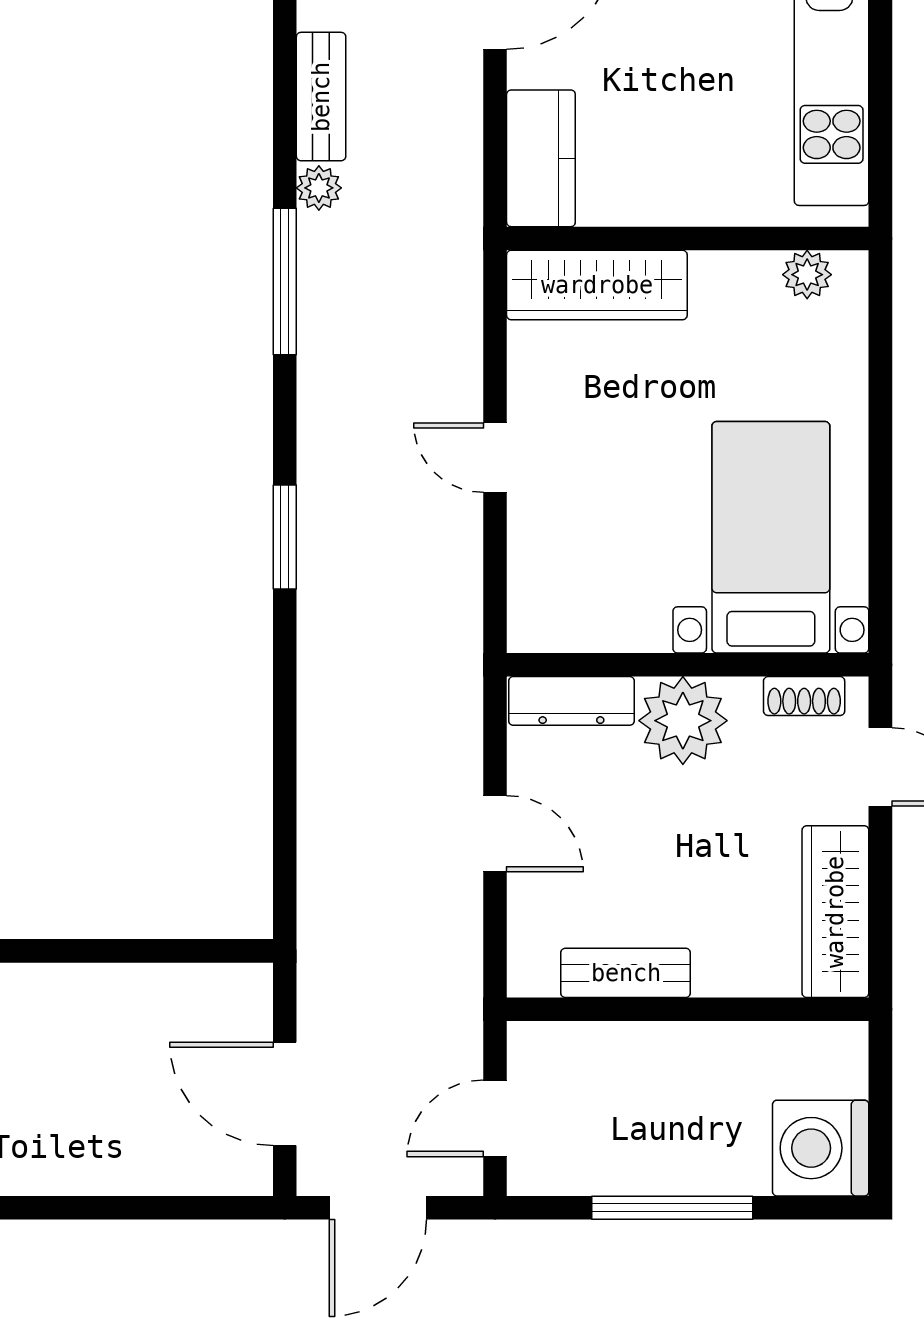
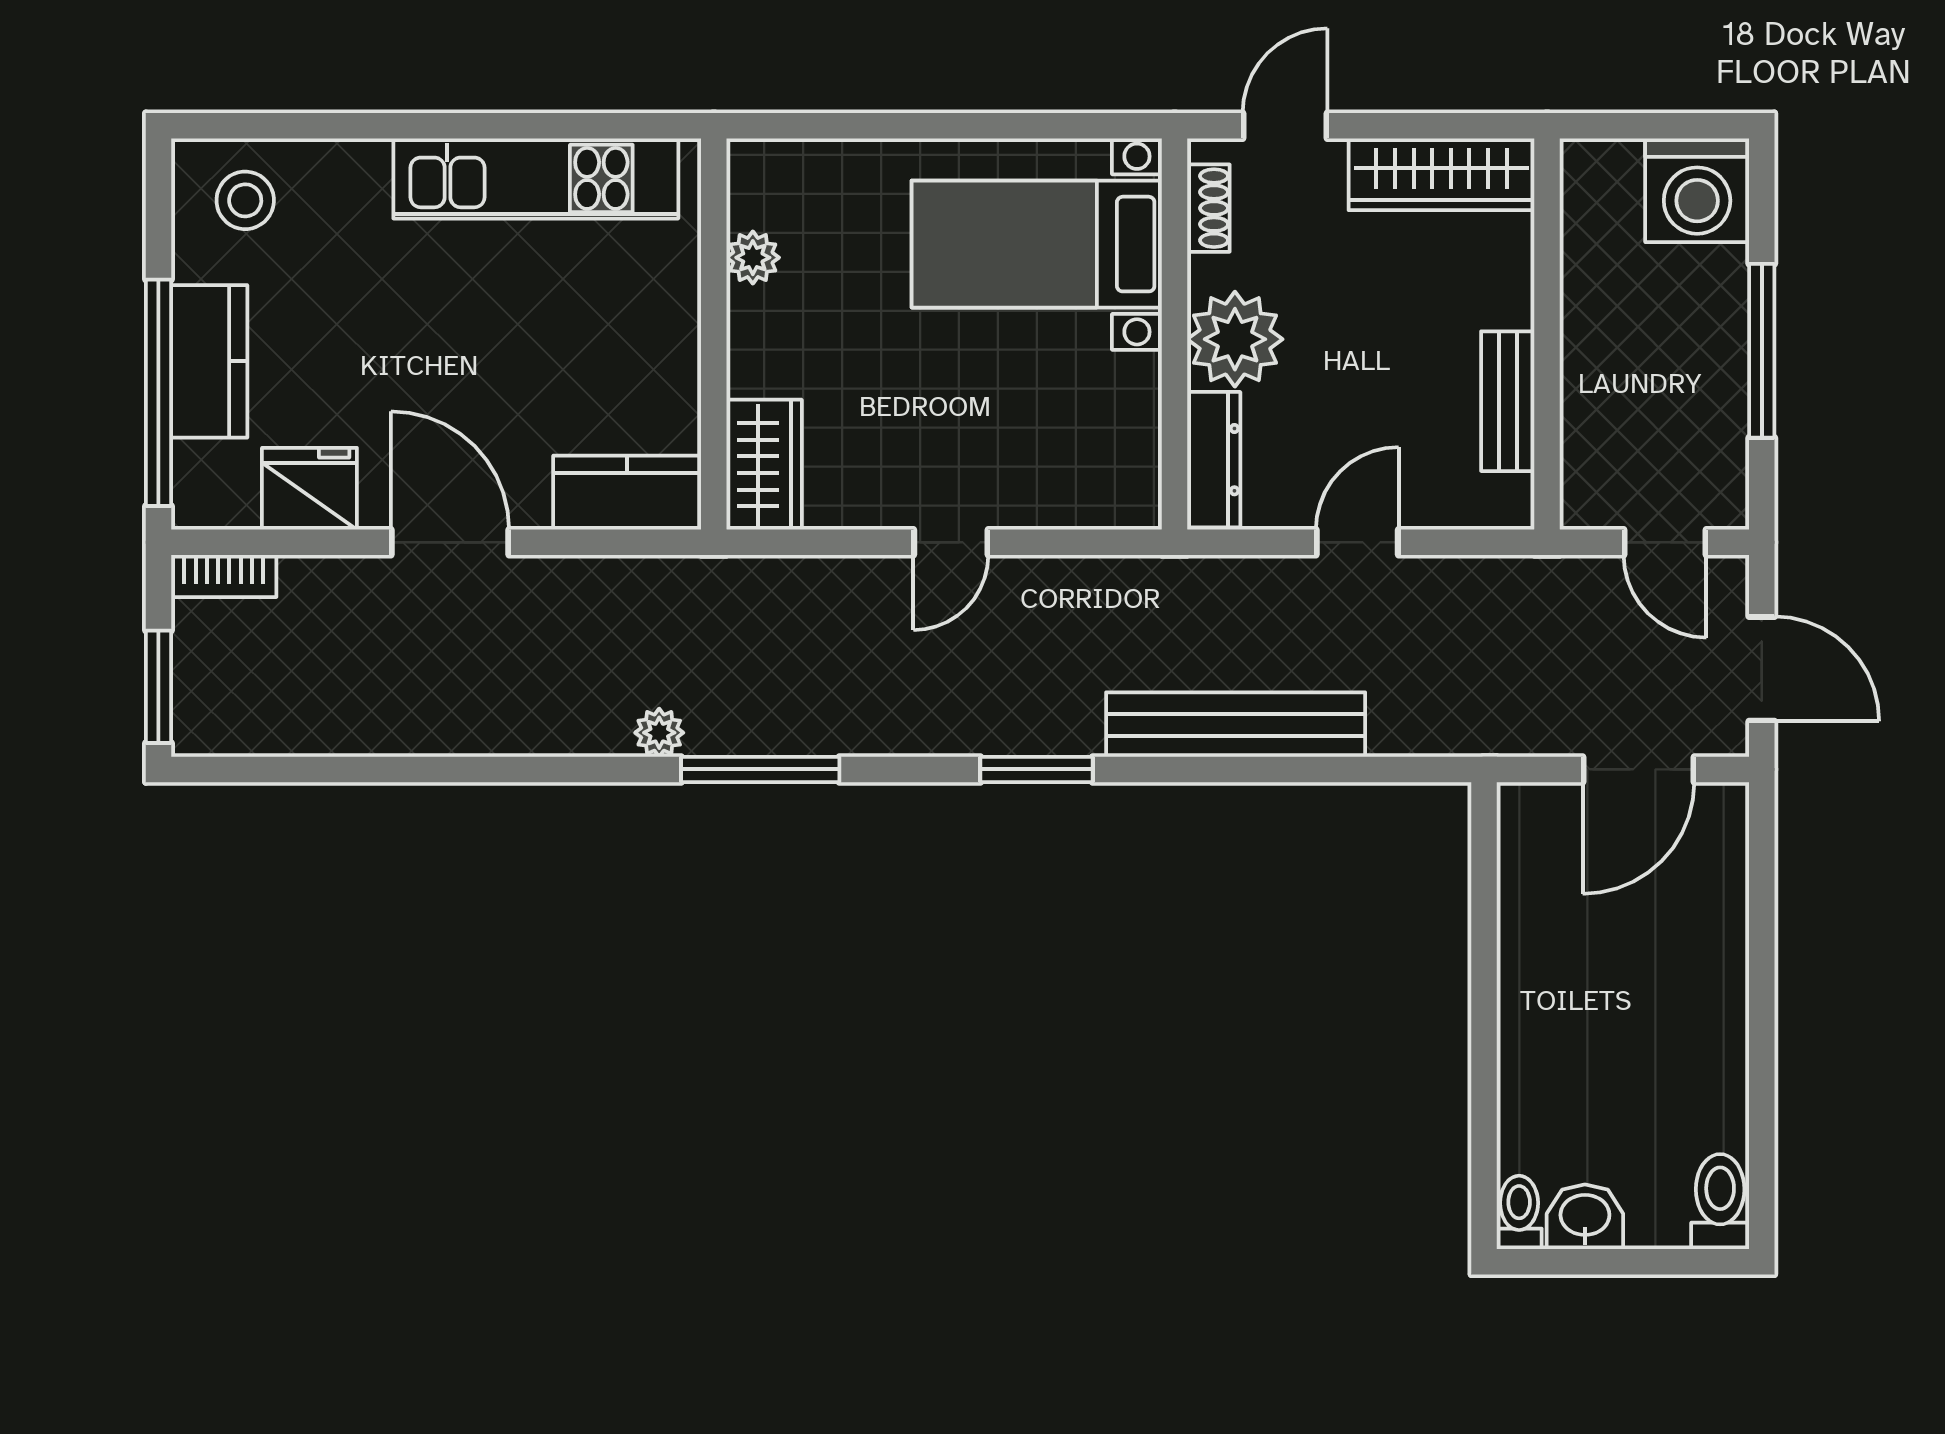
bench: (321, 97) -> (1236, 725), moved, width x1.86, depth x1.21
plant: (807, 275) -> (753, 258), moved
wardrobe: (597, 285) -> (764, 465), width x0.67

